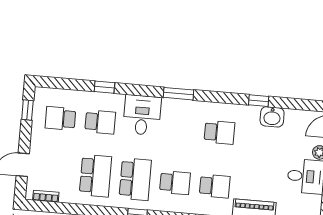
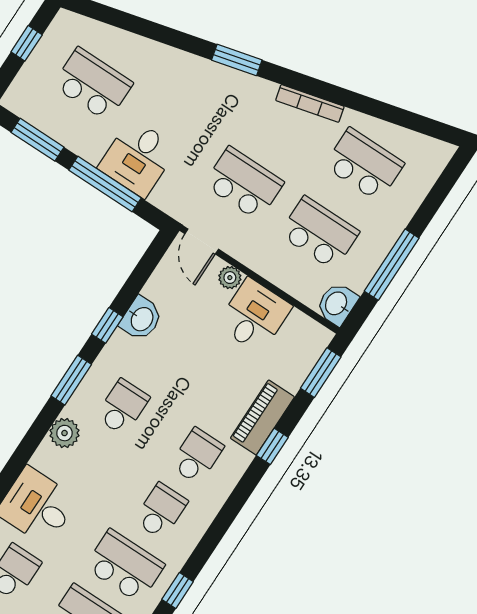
window: (179, 94) -> (71, 380), moved
plant: (189, 109) -> (64, 433), added

